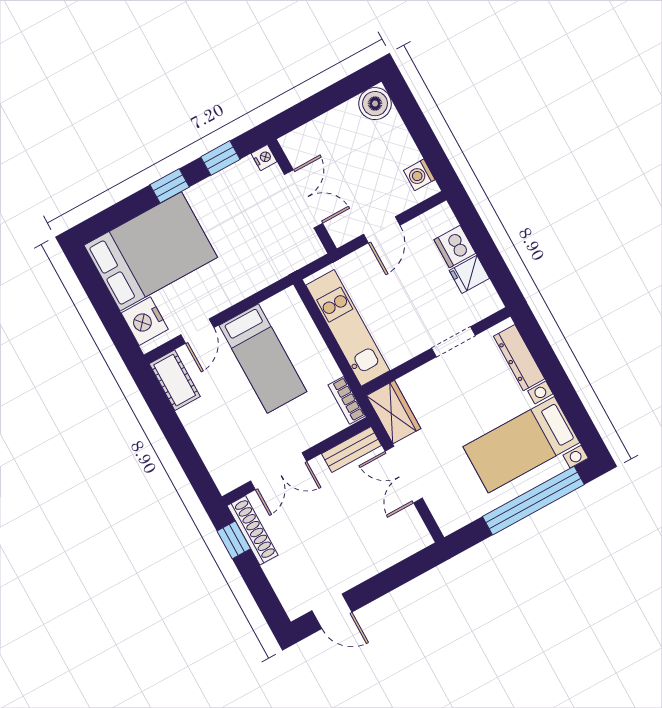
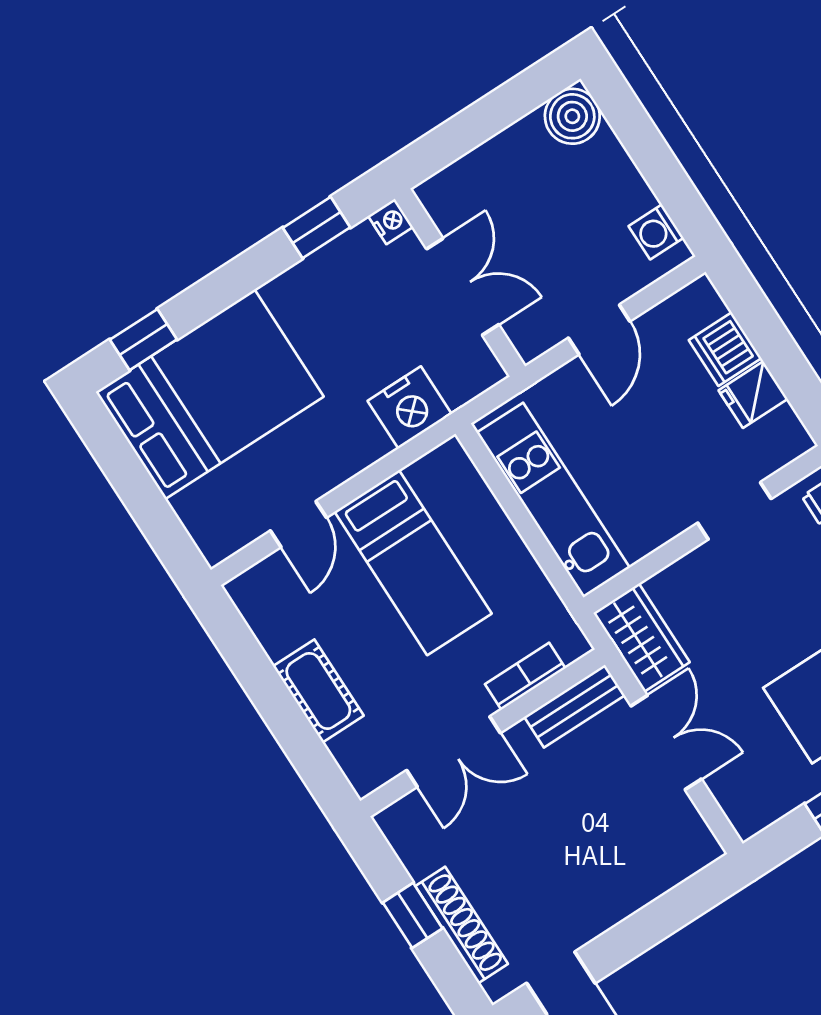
window: (170, 186) -> (143, 340), moved
nightstand: (145, 321) -> (410, 407), moved, turned -90
cot: (175, 380) -> (318, 691), moved
bookcase: (347, 400) -> (525, 676), moved, turned 90
double door: (404, 475) -> (666, 742), swing flipped
shoe rack: (253, 530) -> (462, 925), moved
window: (234, 540) -> (413, 915), moved

